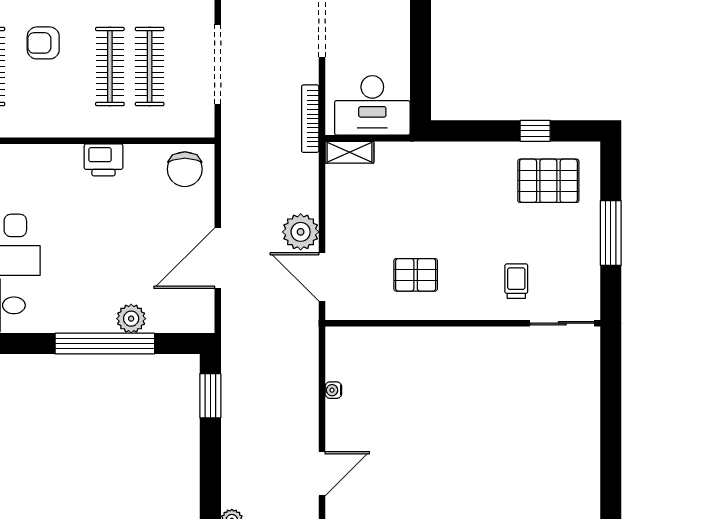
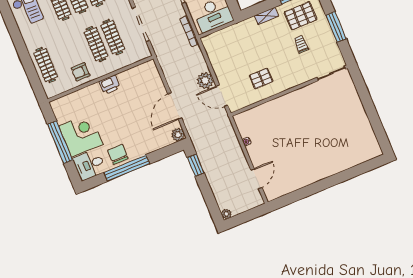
armchair: (43, 43) -> (80, 72), moved
shelving: (349, 152) -> (266, 16), moved
chair: (185, 169) -> (118, 154), moved, turned 180
trolley: (516, 281) -> (301, 44), moved
plant: (131, 319) -> (178, 135), moved
window: (105, 344) -> (127, 168), moved

